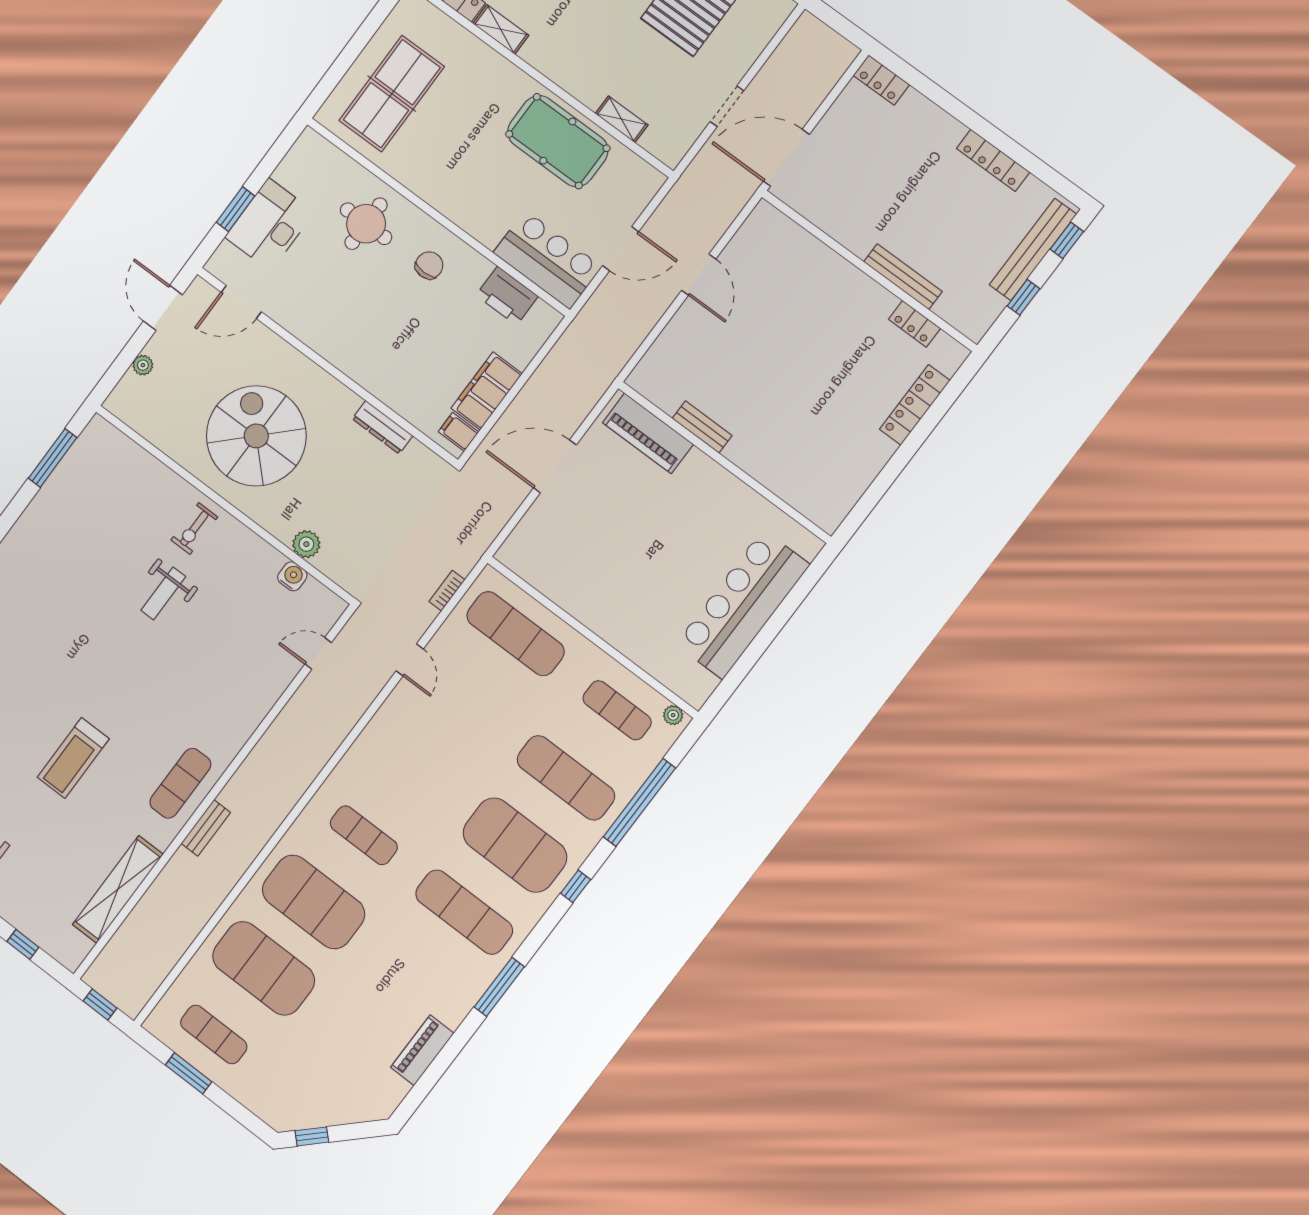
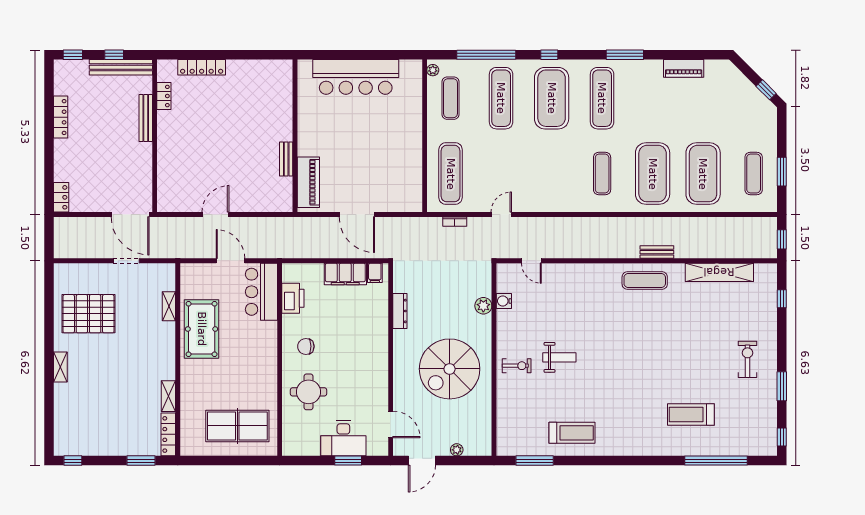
bench: (1033, 249) -> (121, 67), moved
treadmill: (73, 758) -> (572, 433), moved

